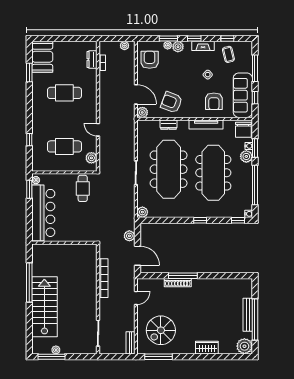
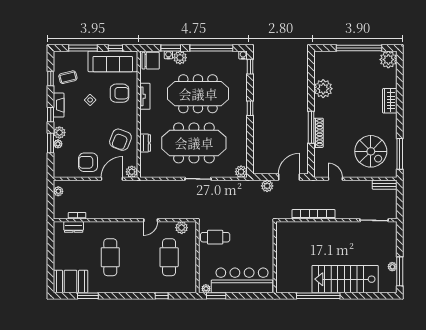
armchair: (150, 60) -> (88, 162), moved
tv unit: (206, 125) -> (145, 96), width x0.71
plant: (218, 287) -> (323, 89), added
bench: (248, 315) -> (354, 56), removed

